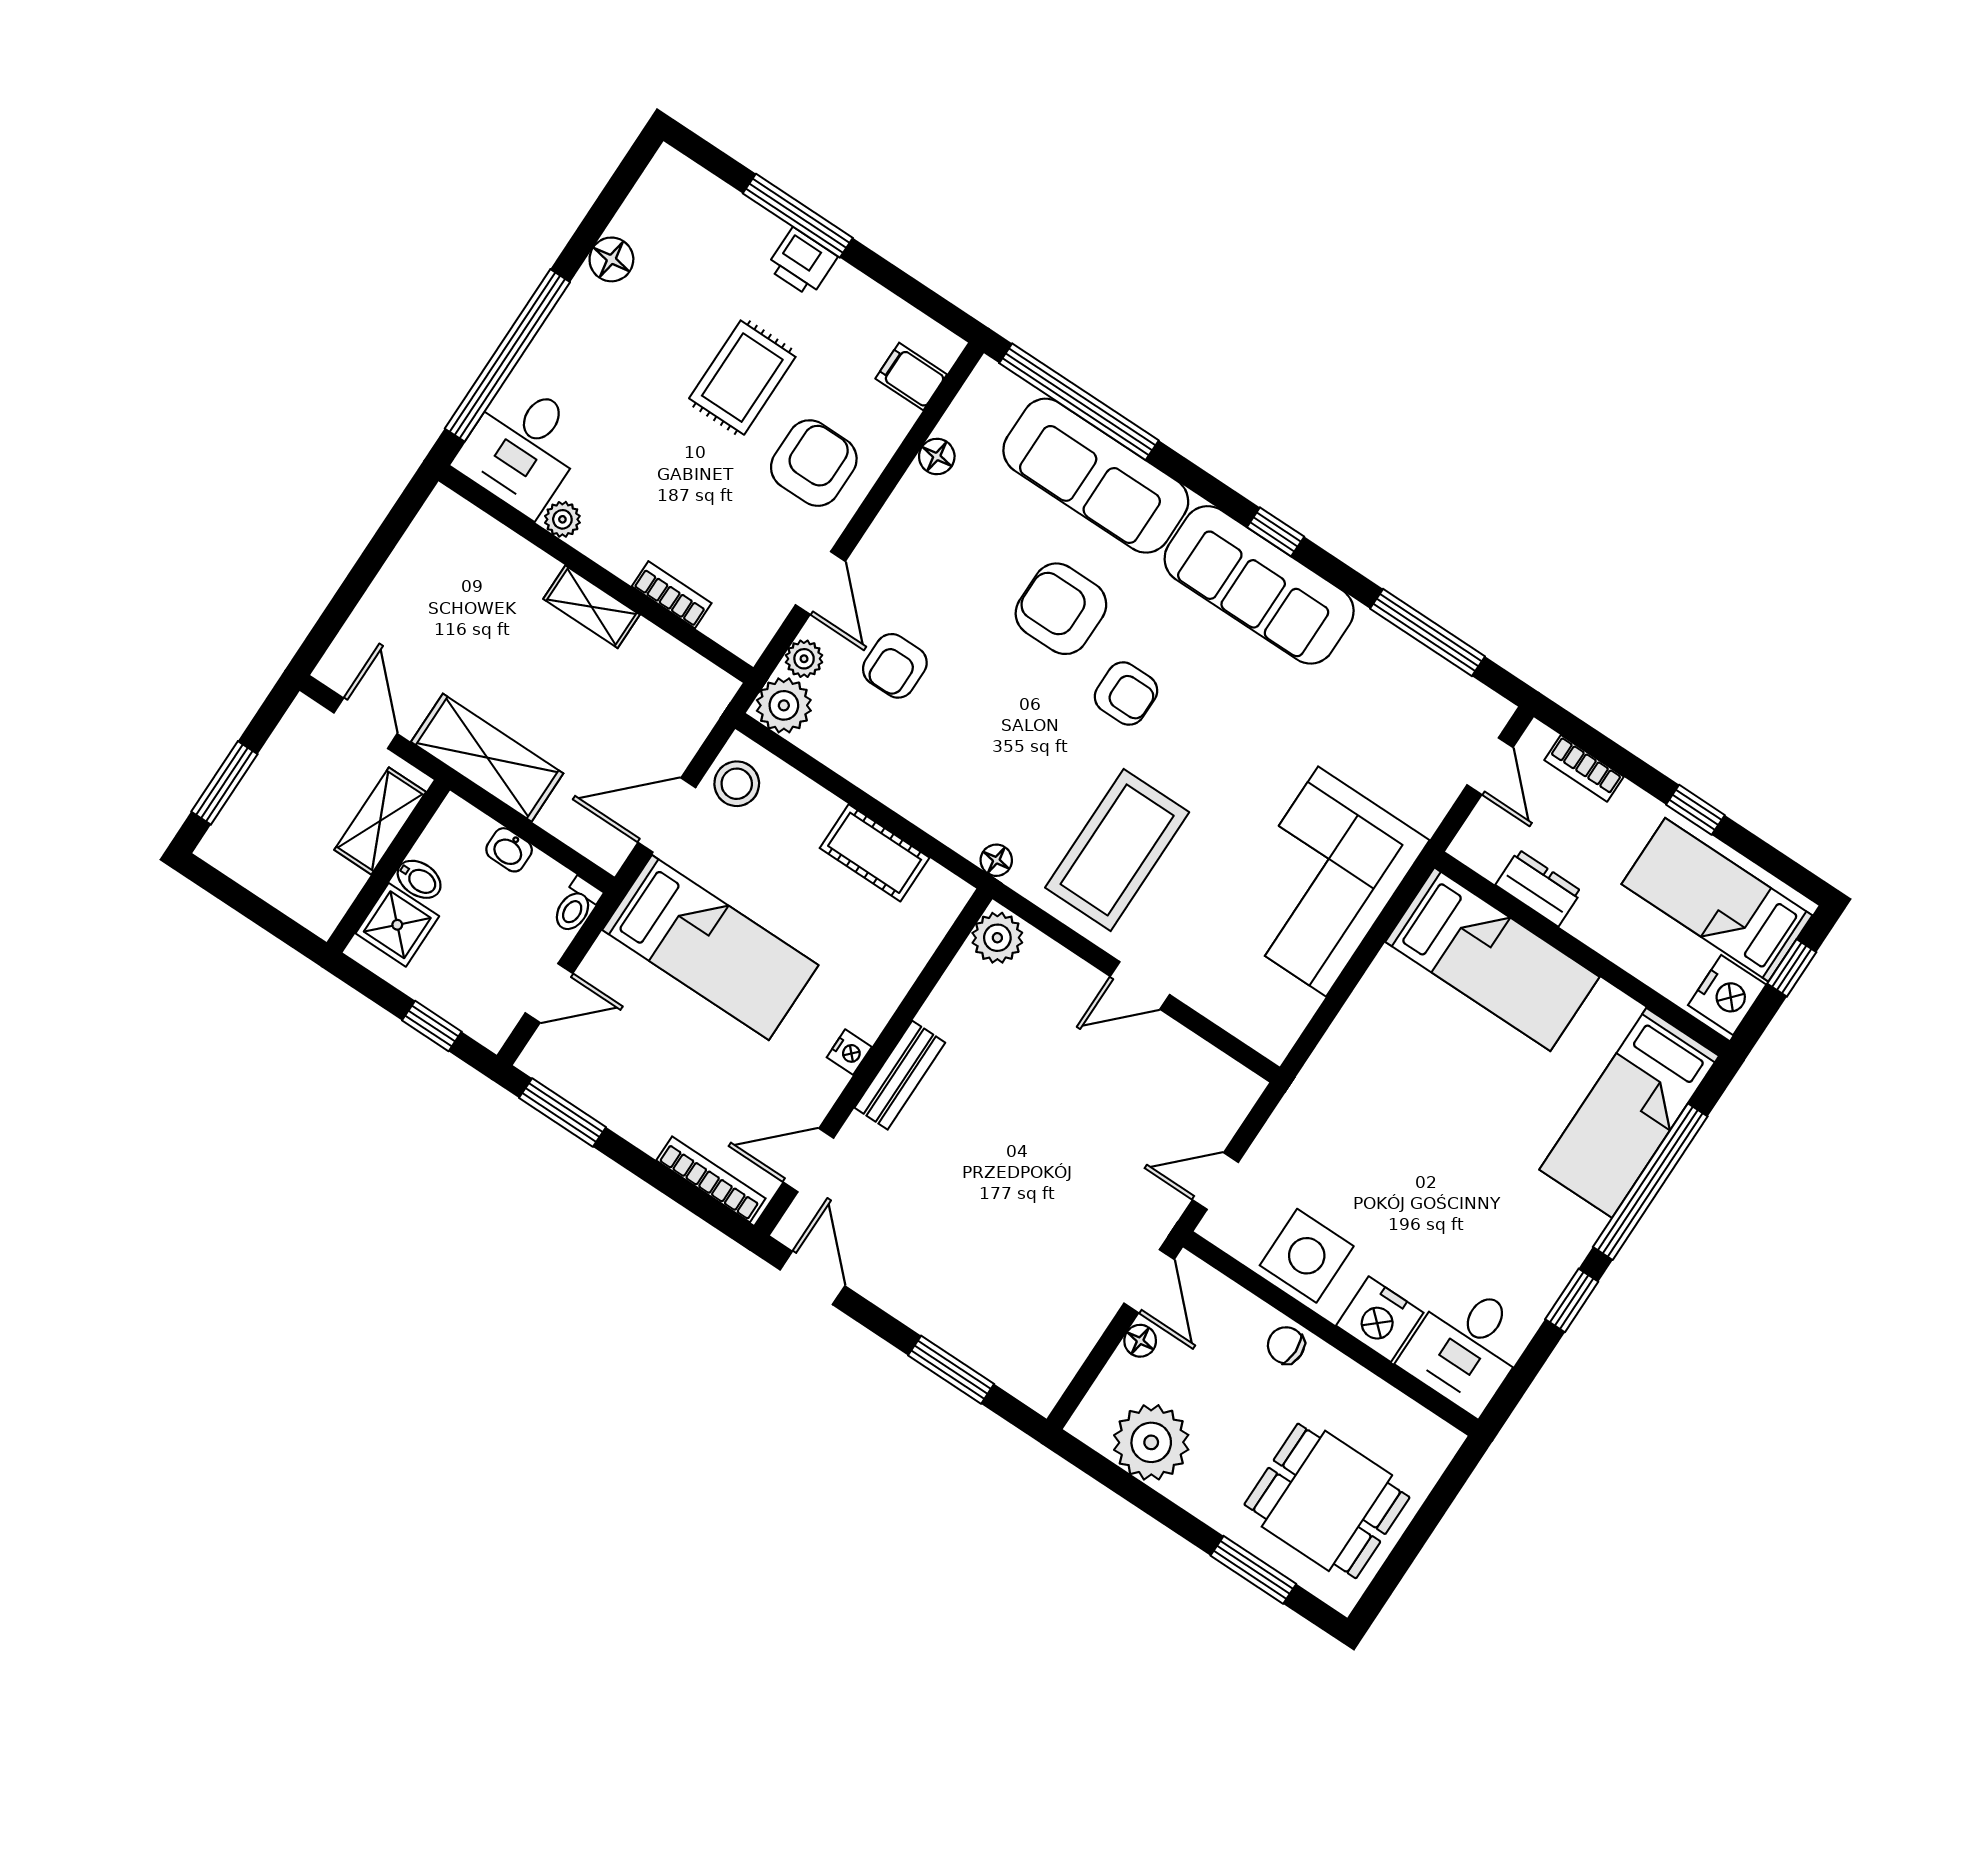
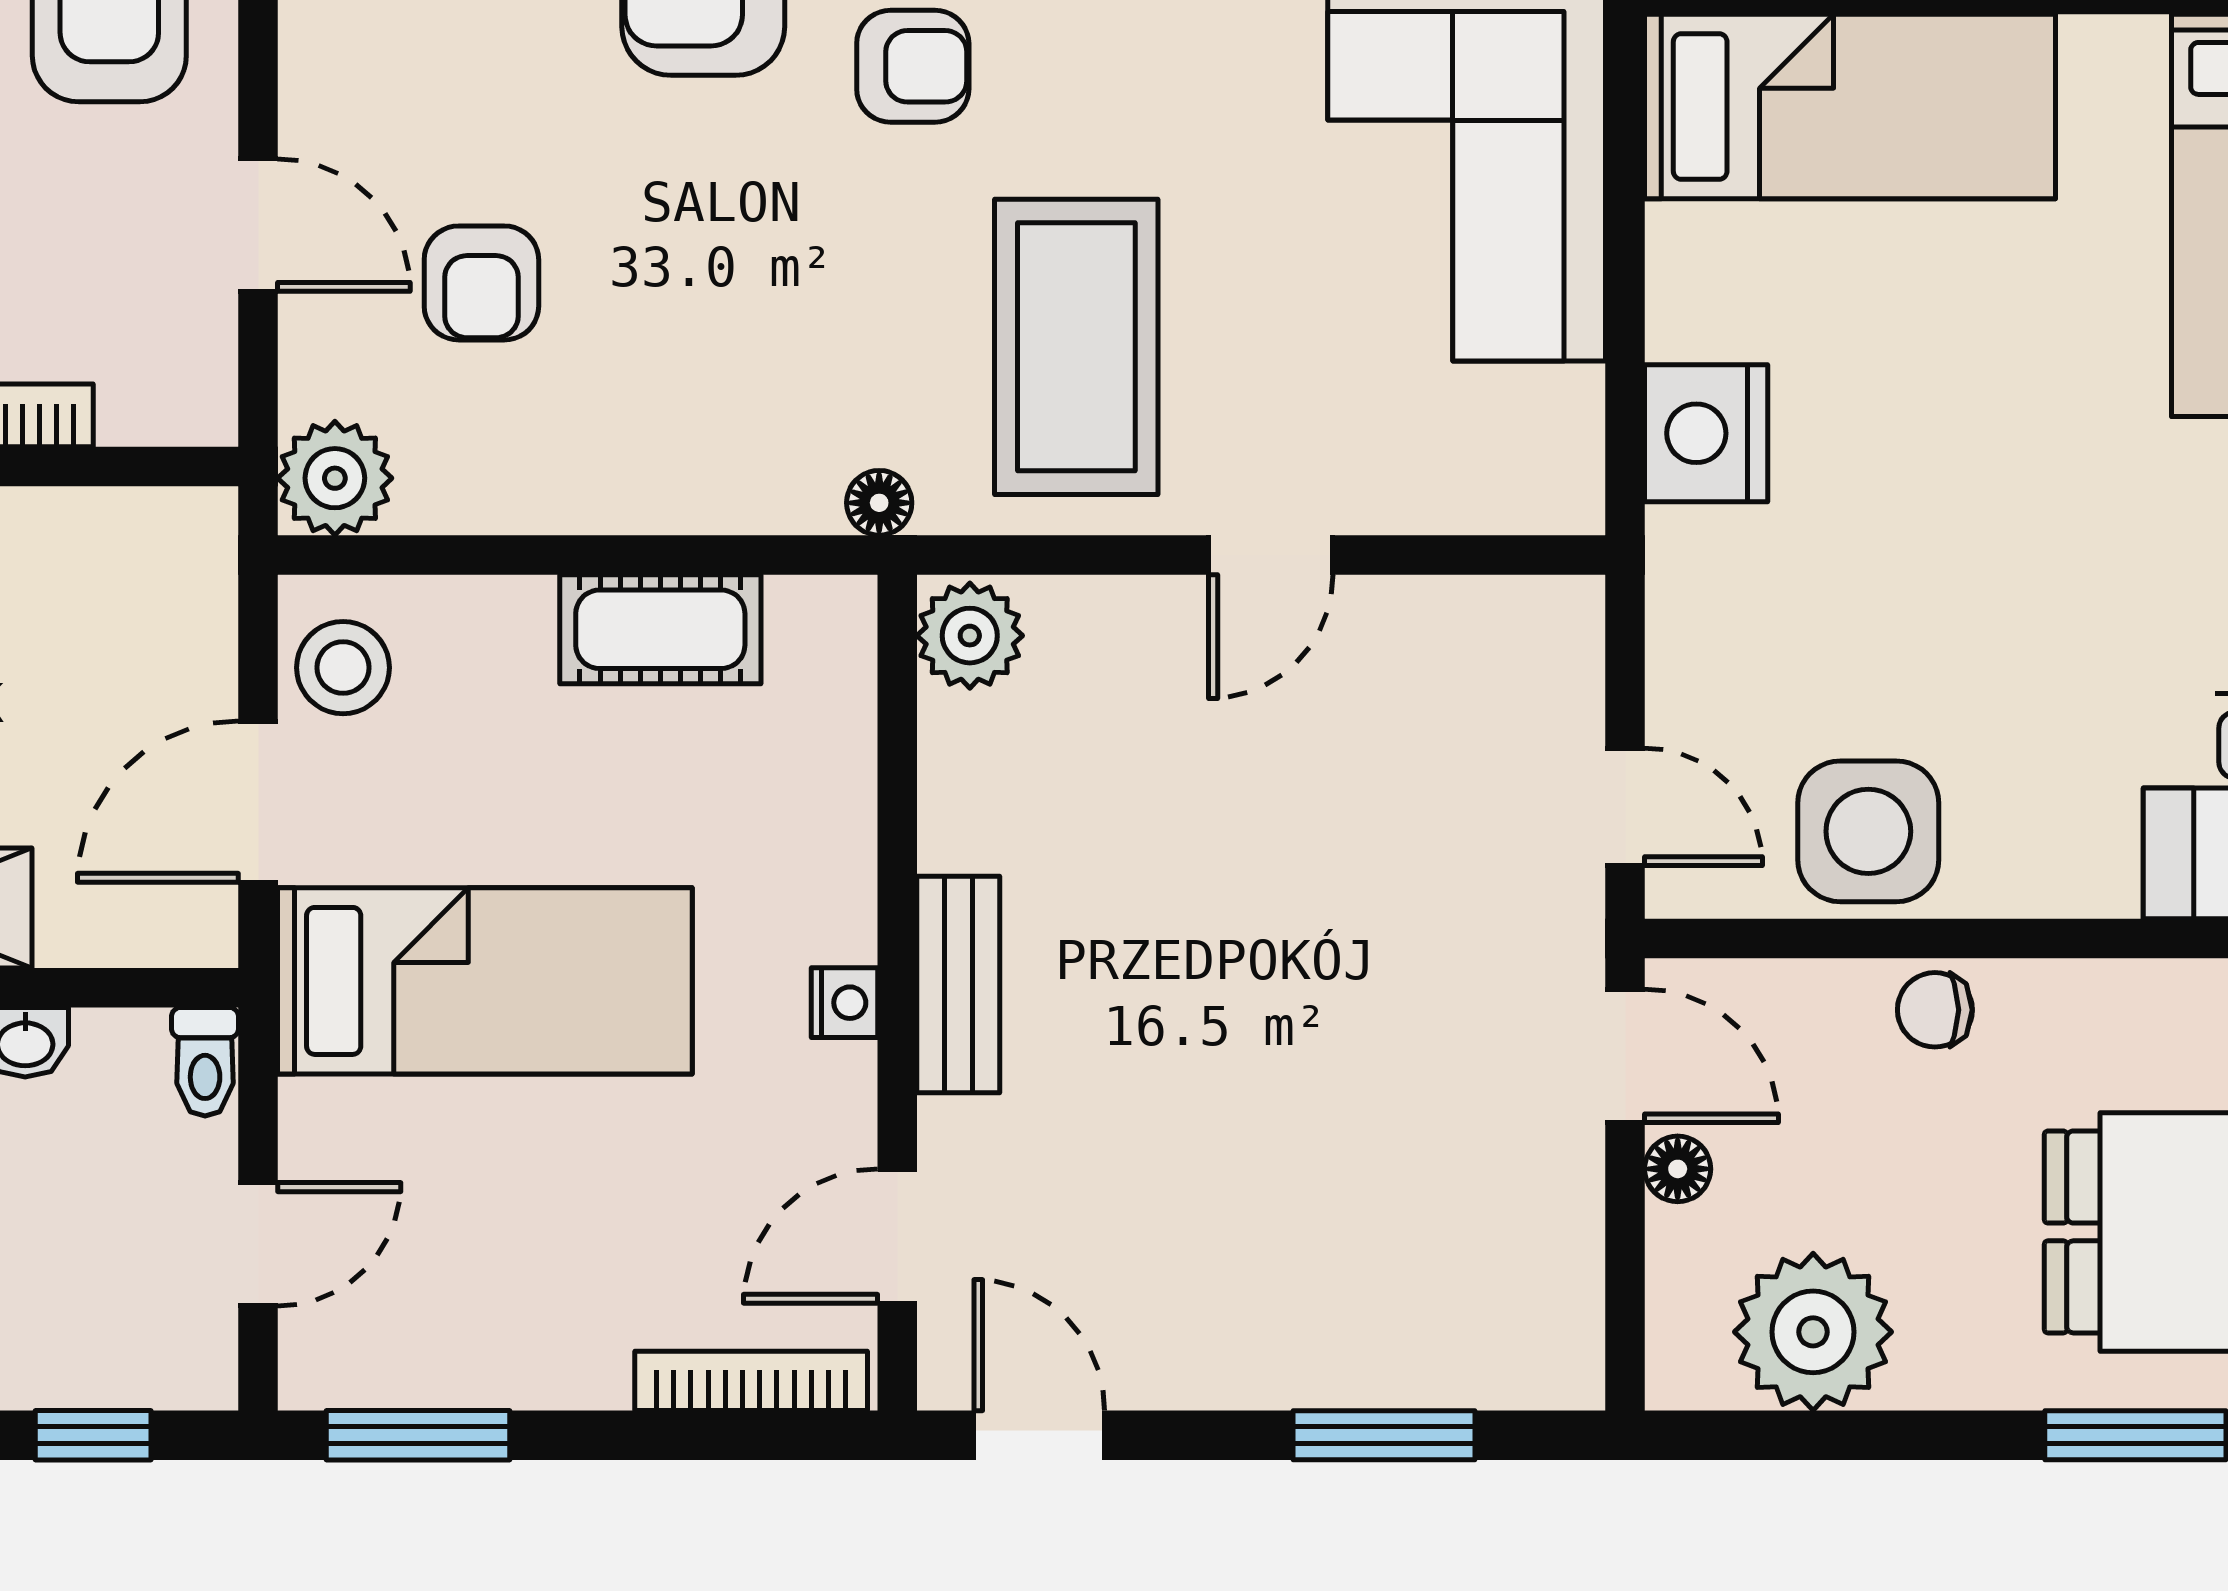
plant: (804, 659) -> (316, 375), removed
door: (1215, 1181) -> (1625, 807), swing flipped
nightstand: (1380, 1319) -> (1706, 433), moved, turned 90

